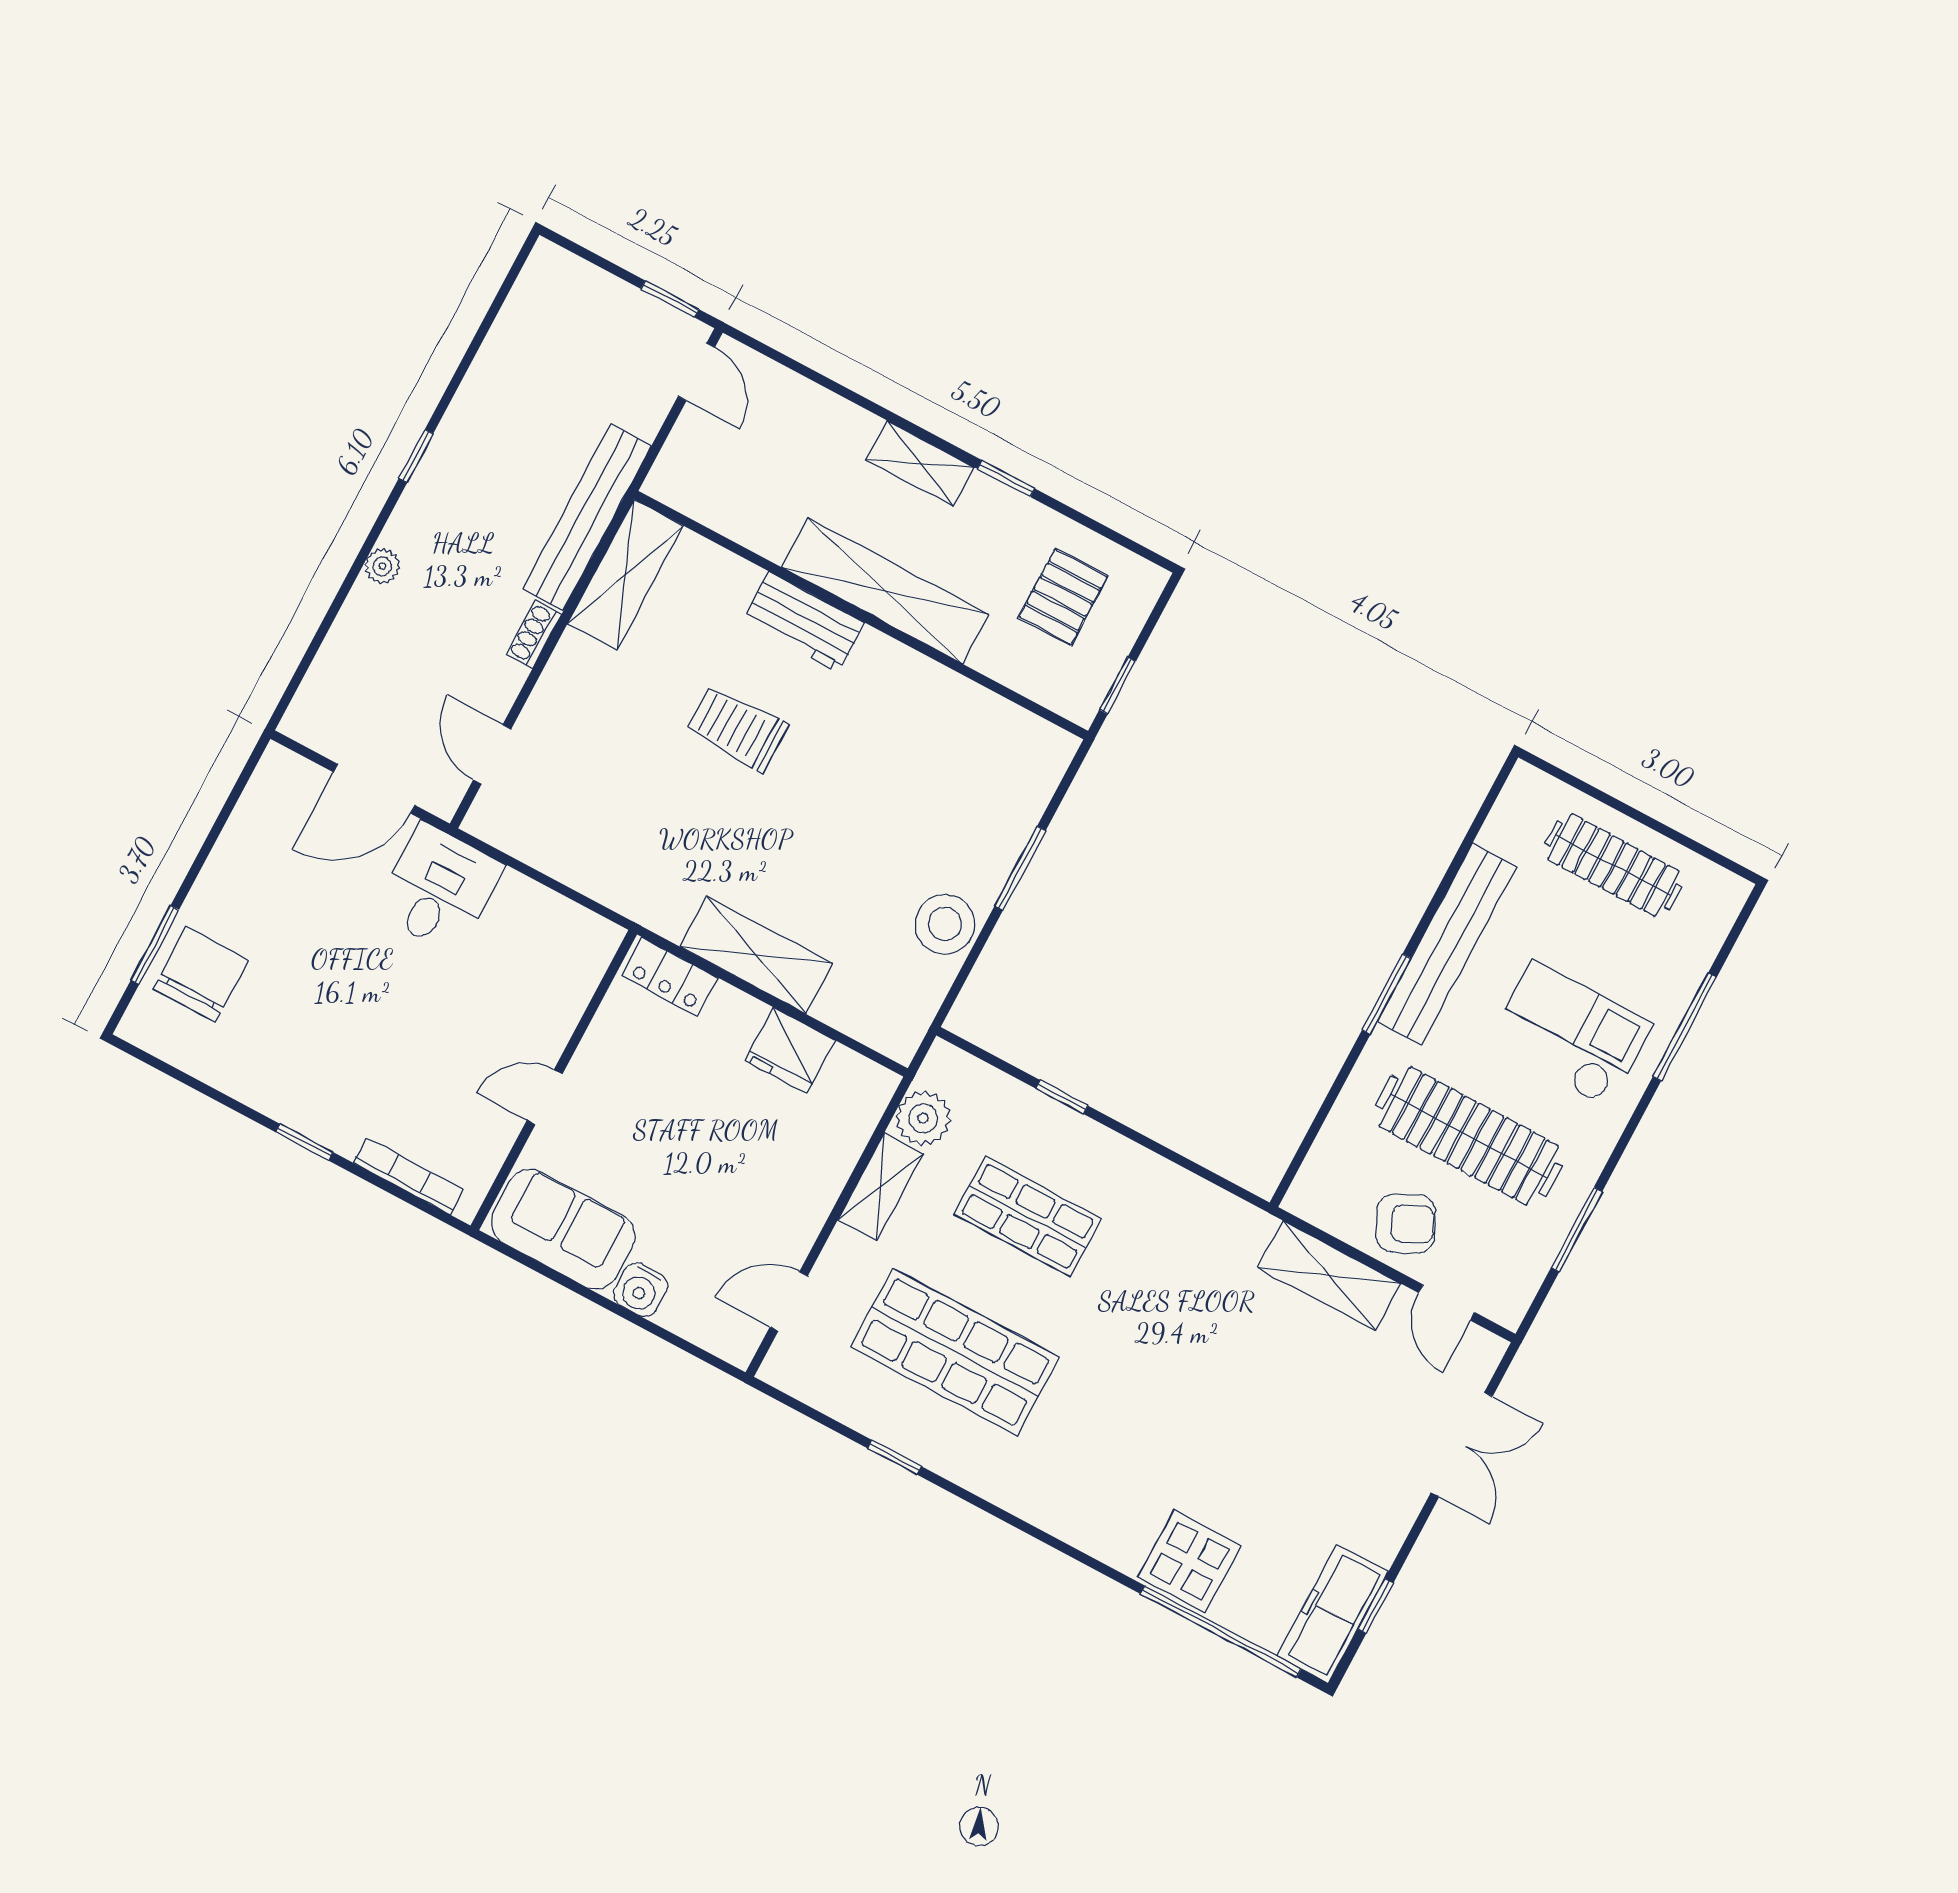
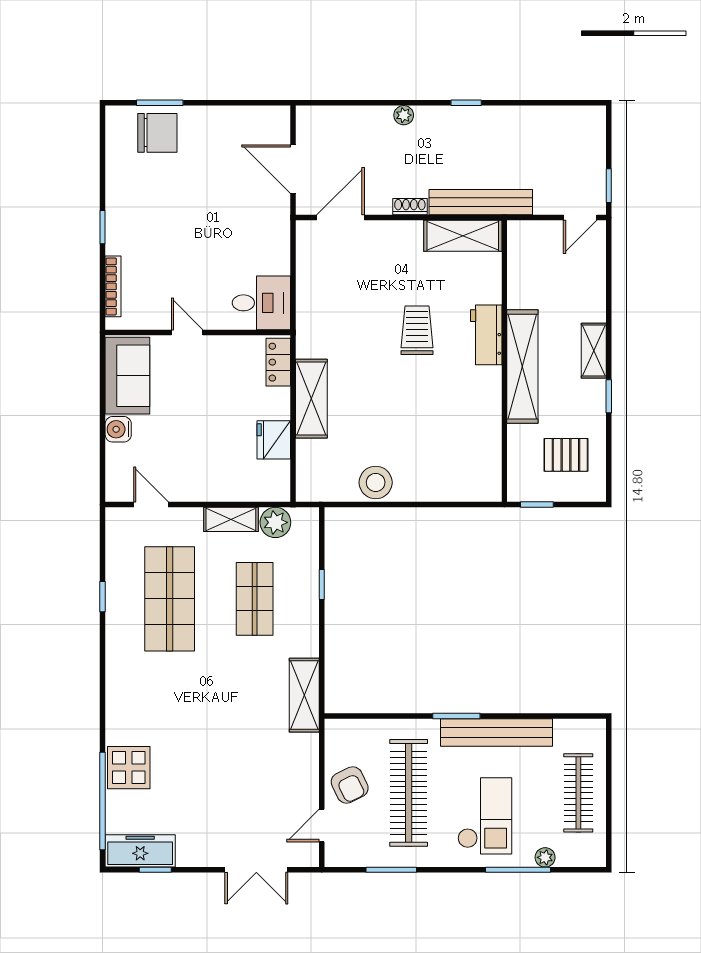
door: (492, 755) -> (340, 218), width x1.38
window: (1020, 868) -> (422, 505), removed
desk: (439, 888) -> (261, 303), moved
plant: (1688, 973) -> (545, 857), added
shelving: (1329, 1276) -> (304, 695), moved

